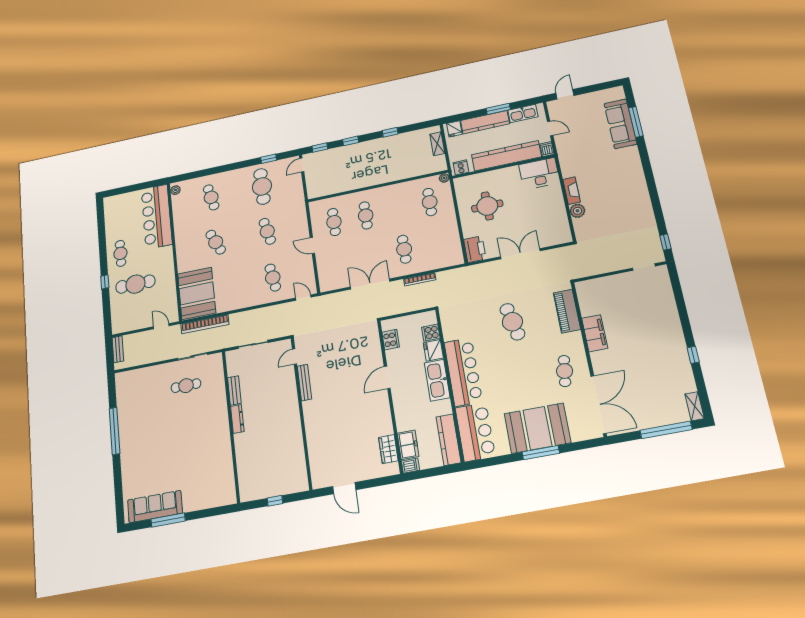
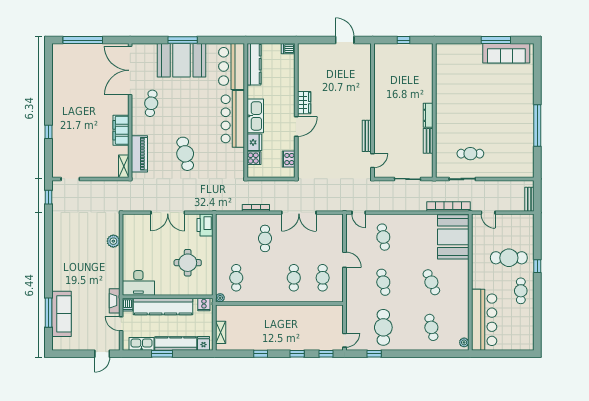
fireplace: (572, 191) -> (115, 301), moved
window: (693, 355) -> (48, 132), moved
shelving: (695, 406) -> (124, 166), moved
freezer: (408, 445) -> (287, 66), removed
wardrobe: (388, 449) -> (304, 103), moved

